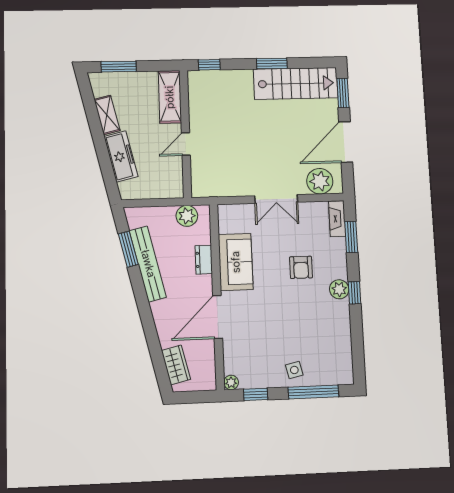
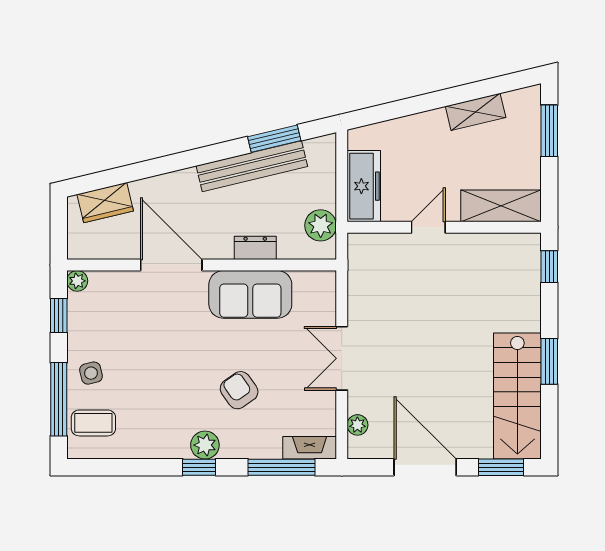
door: (186, 144) -> (428, 227), hinge flipped
freezer: (121, 156) -> (364, 186), moved, turned -77
plant: (320, 181) -> (357, 425), width x0.53, depth x0.53
window: (351, 237) -> (281, 467), width x1.44
armchair: (301, 267) -> (239, 390), turned 55
coffee table: (328, 367) -> (93, 423), added

